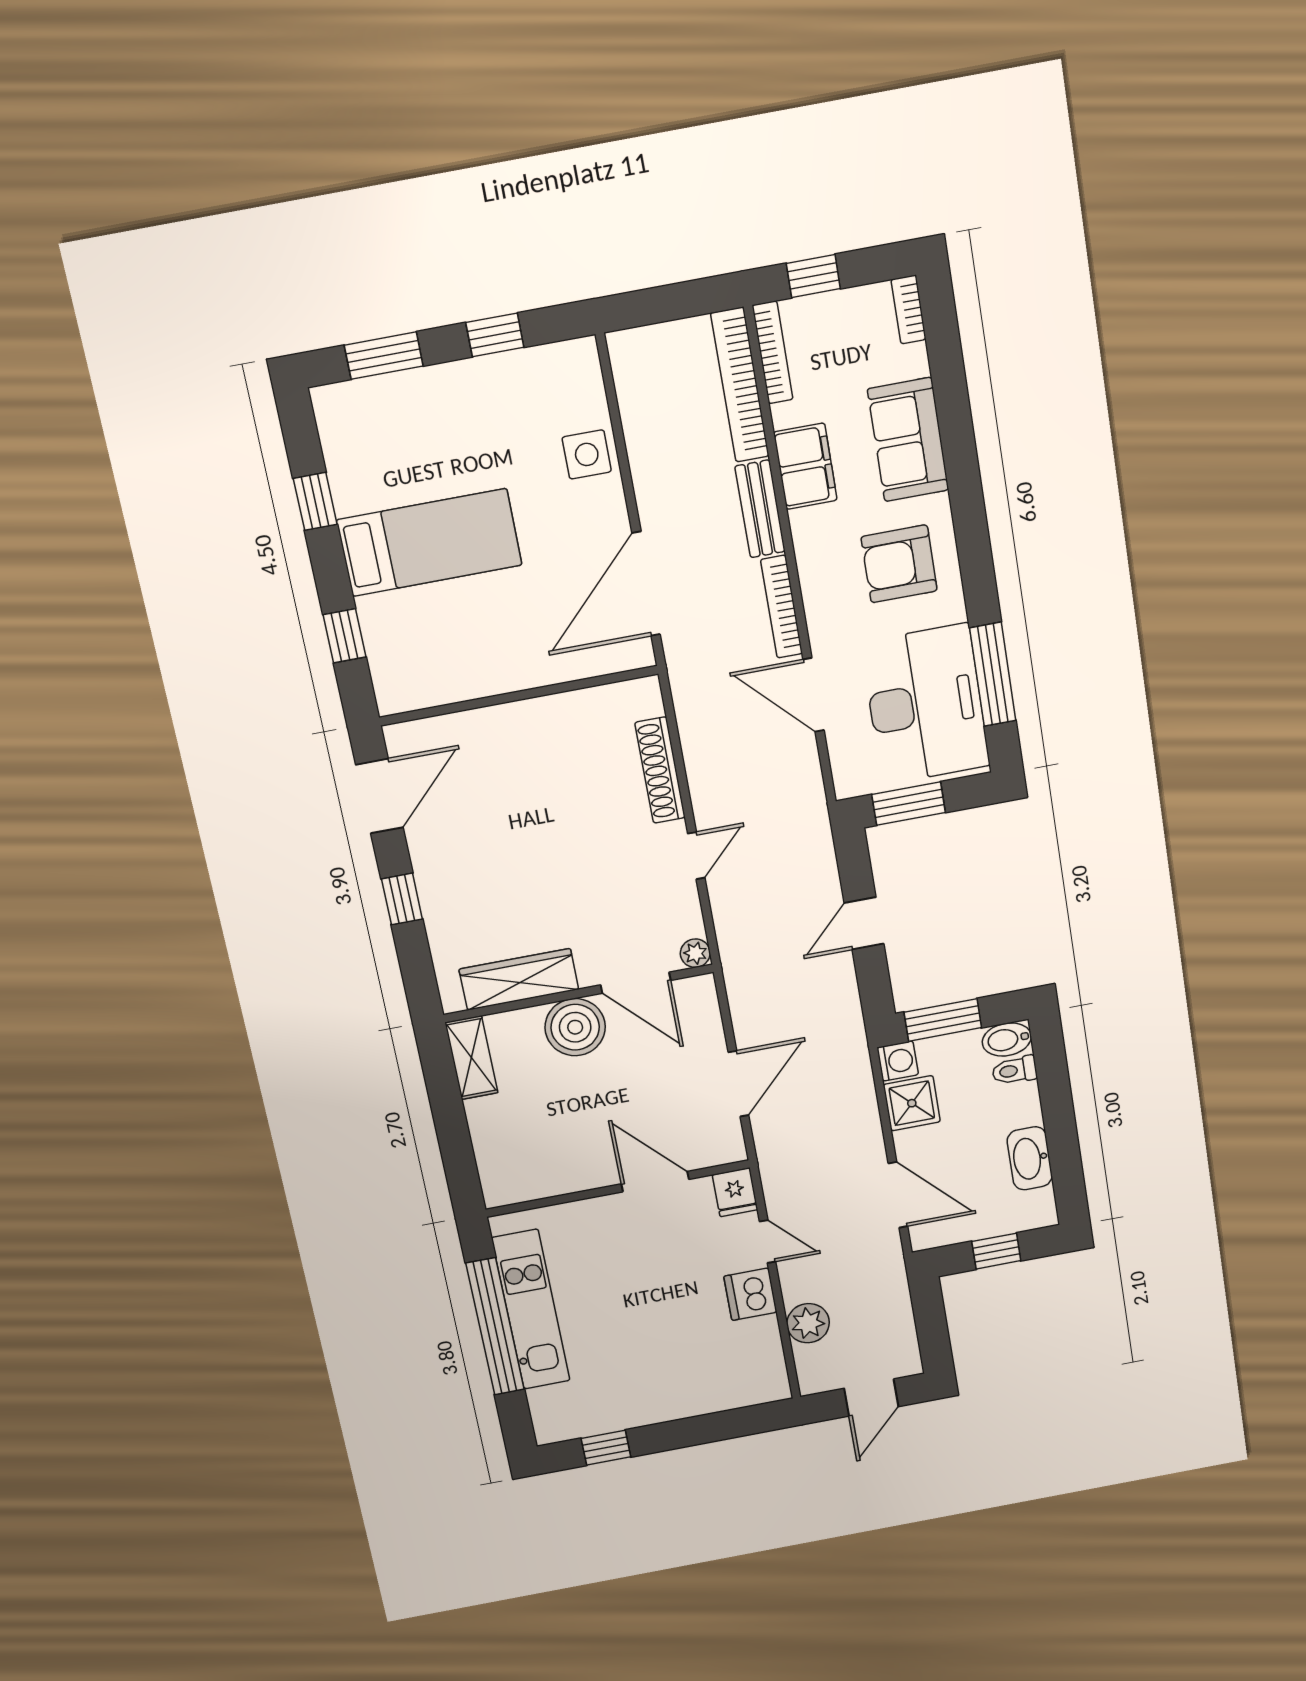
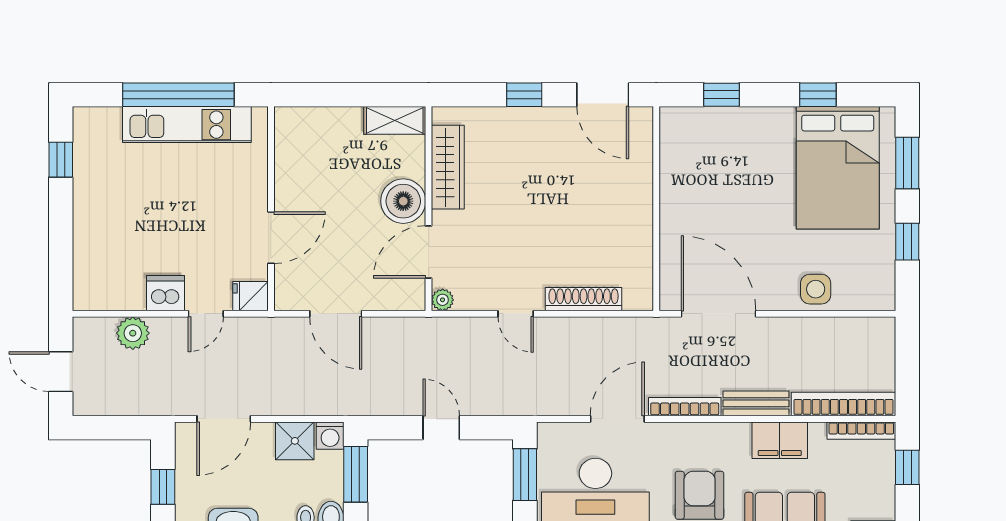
bed: (429, 543) -> (838, 168), moved, width x1.50

